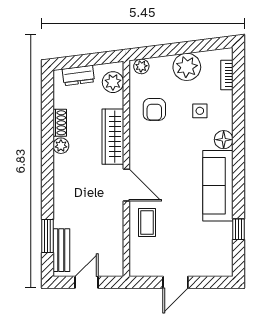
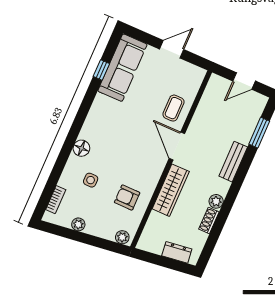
plant: (187, 67) -> (78, 224), width x0.53, depth x0.53
plant: (113, 82) -> (151, 235), removed
armchair: (154, 109) -> (127, 198), turned -90
sofa: (218, 186) -> (122, 68), moved
bench: (61, 250) -> (233, 162), moved

